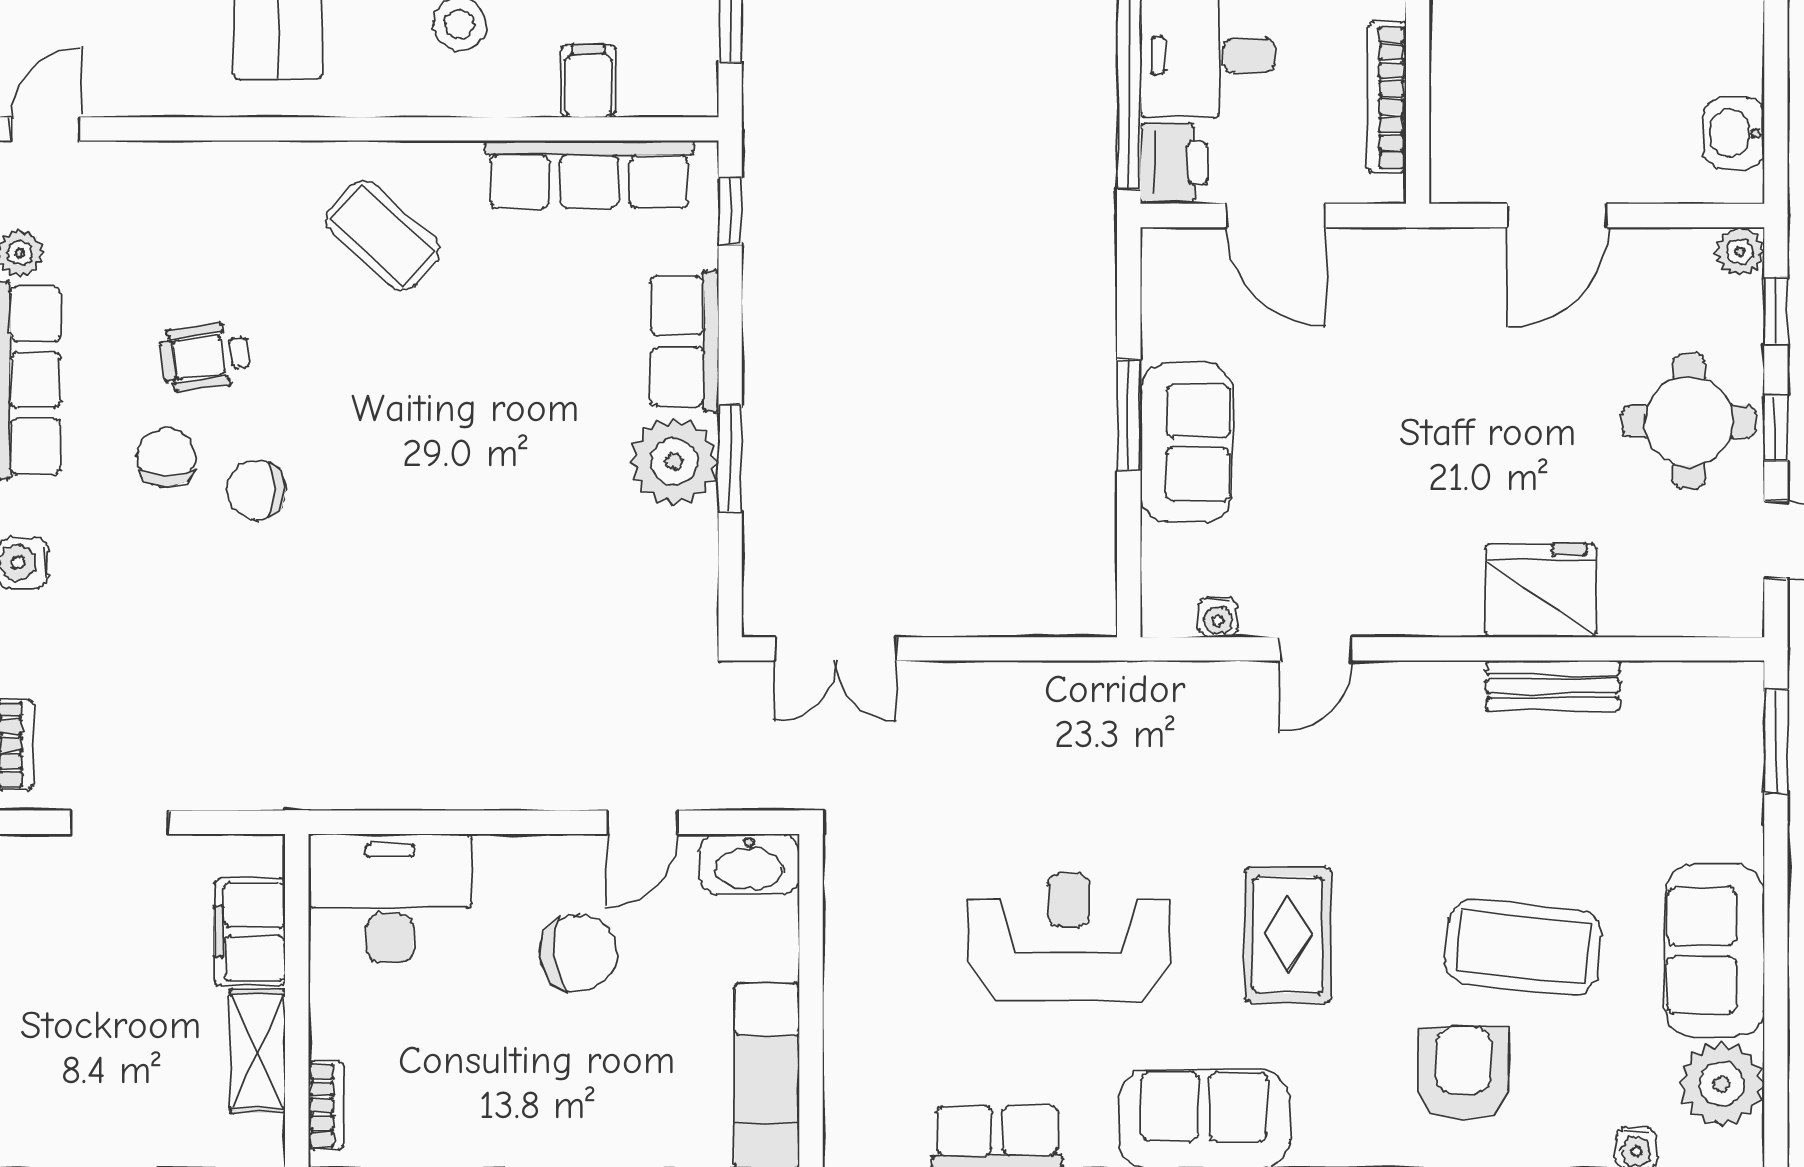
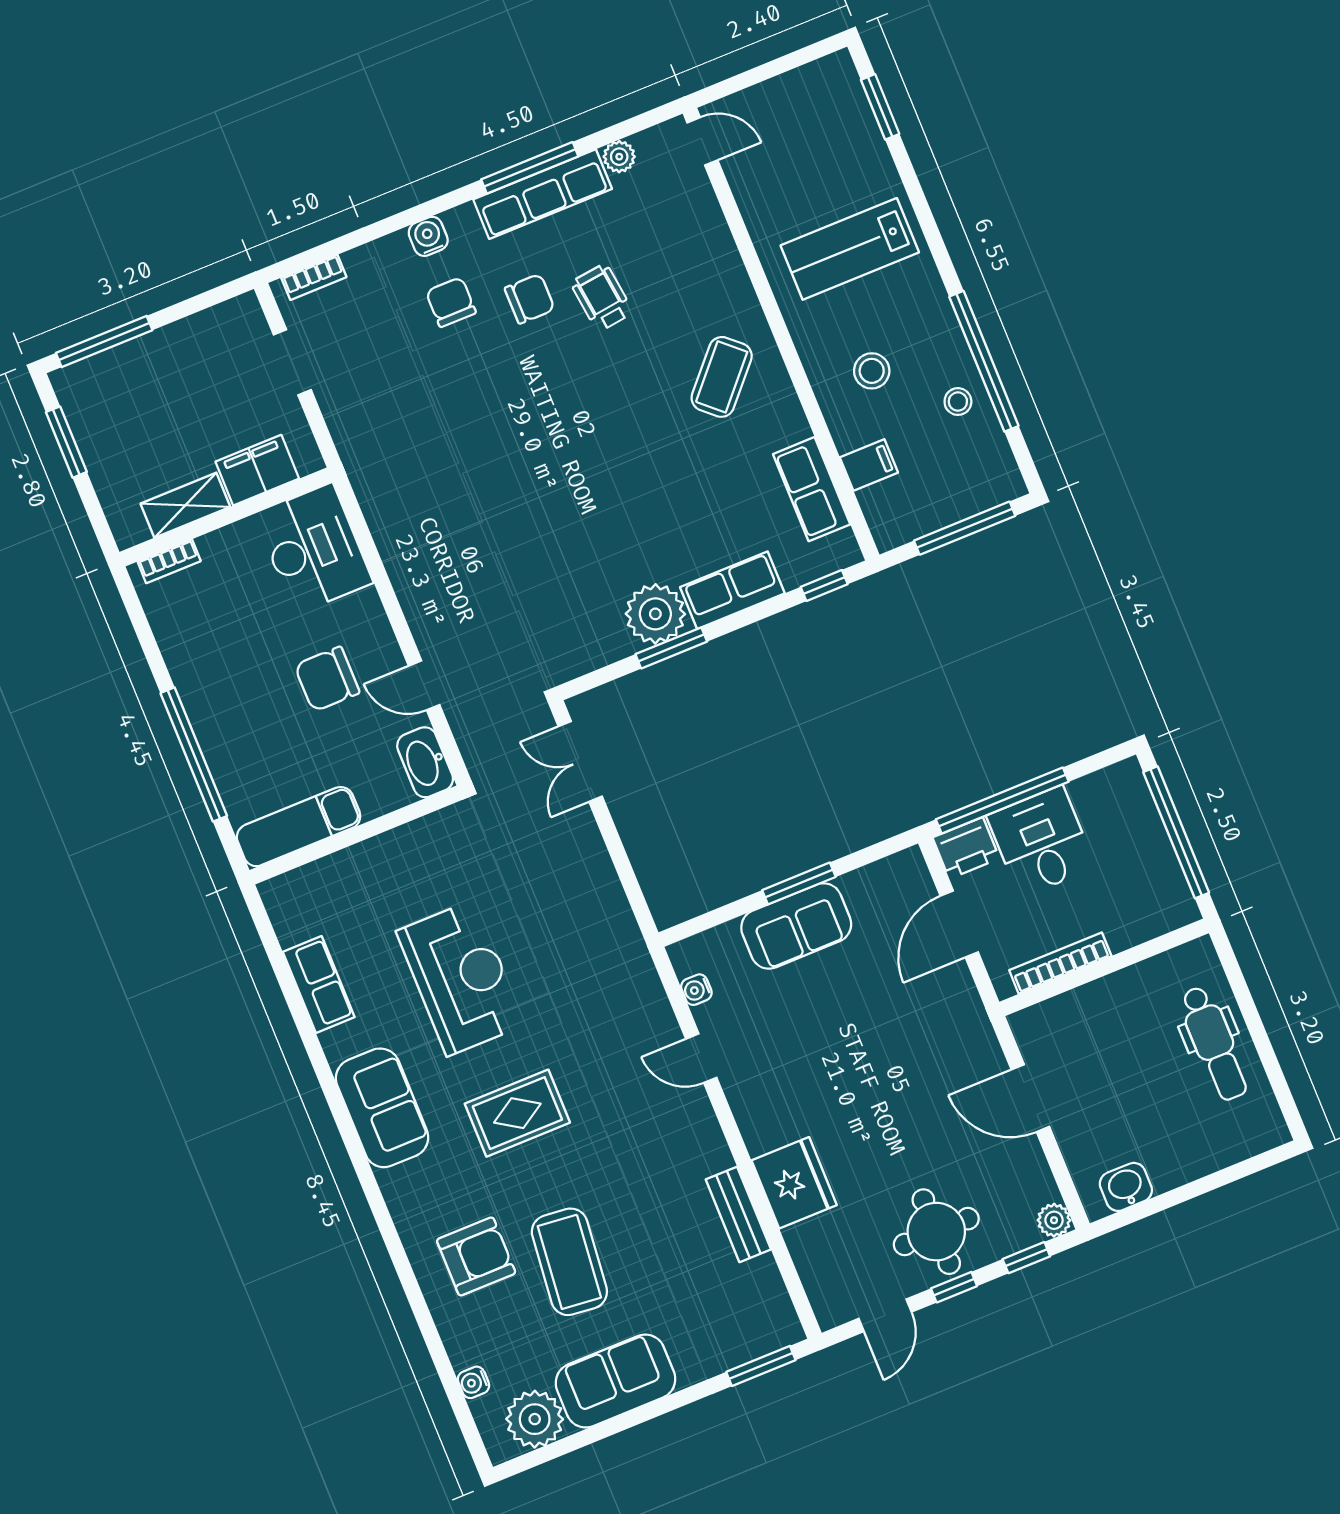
row of seats: (589, 174) -> (812, 489), width x0.68
chair: (256, 490) -> (451, 302), moved
chair: (578, 953) -> (327, 679), turned 96

